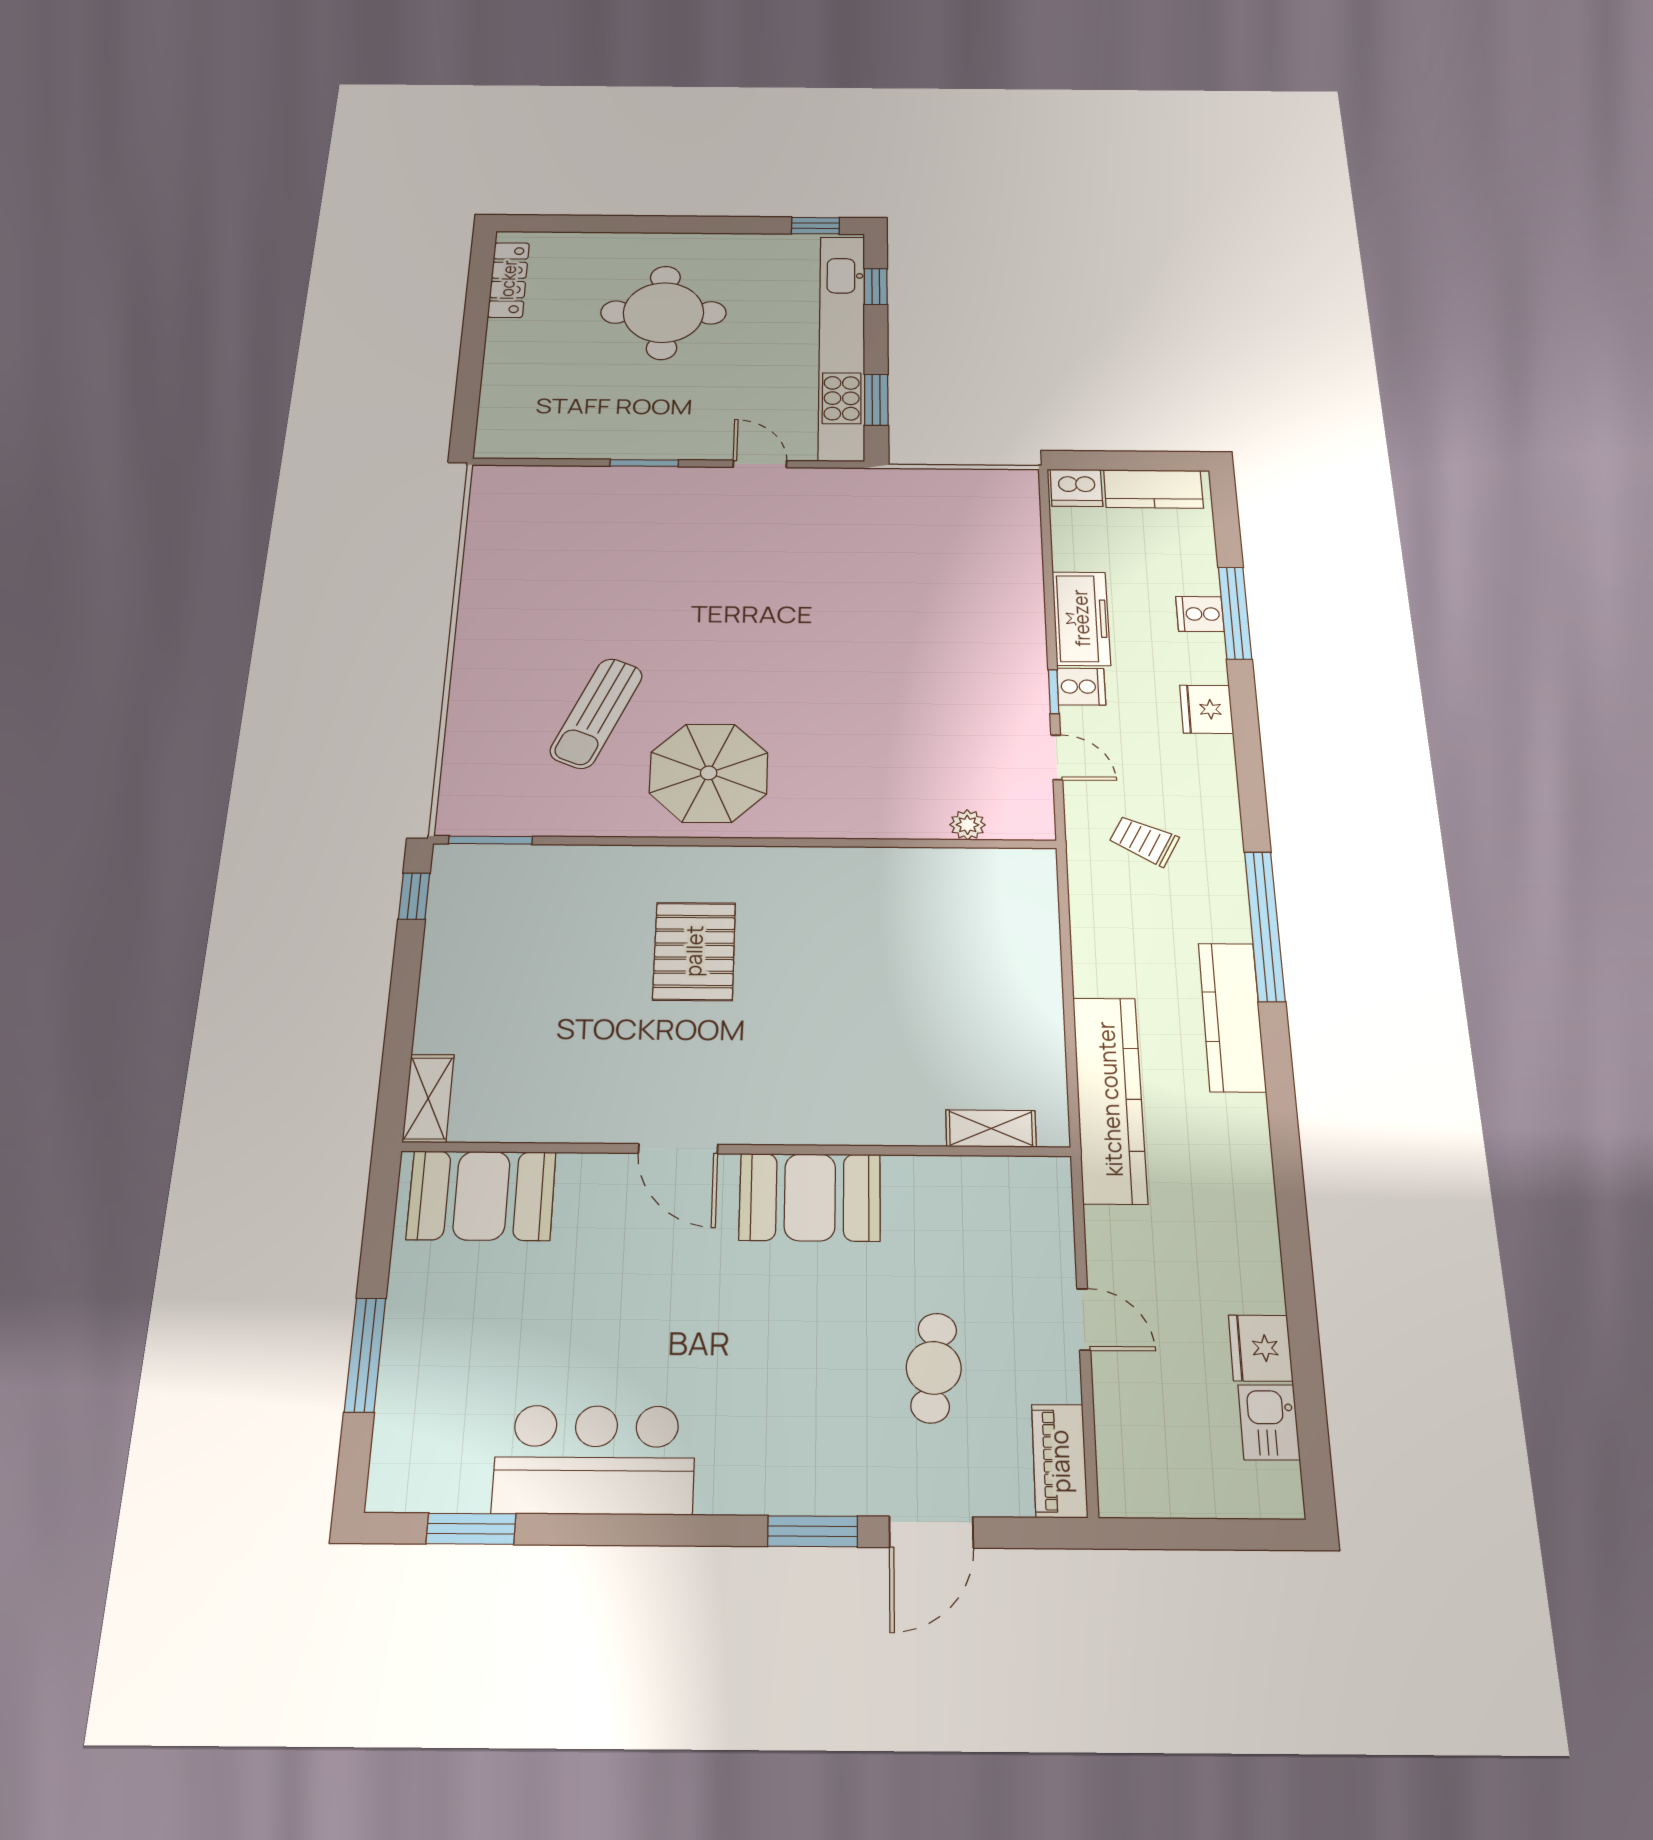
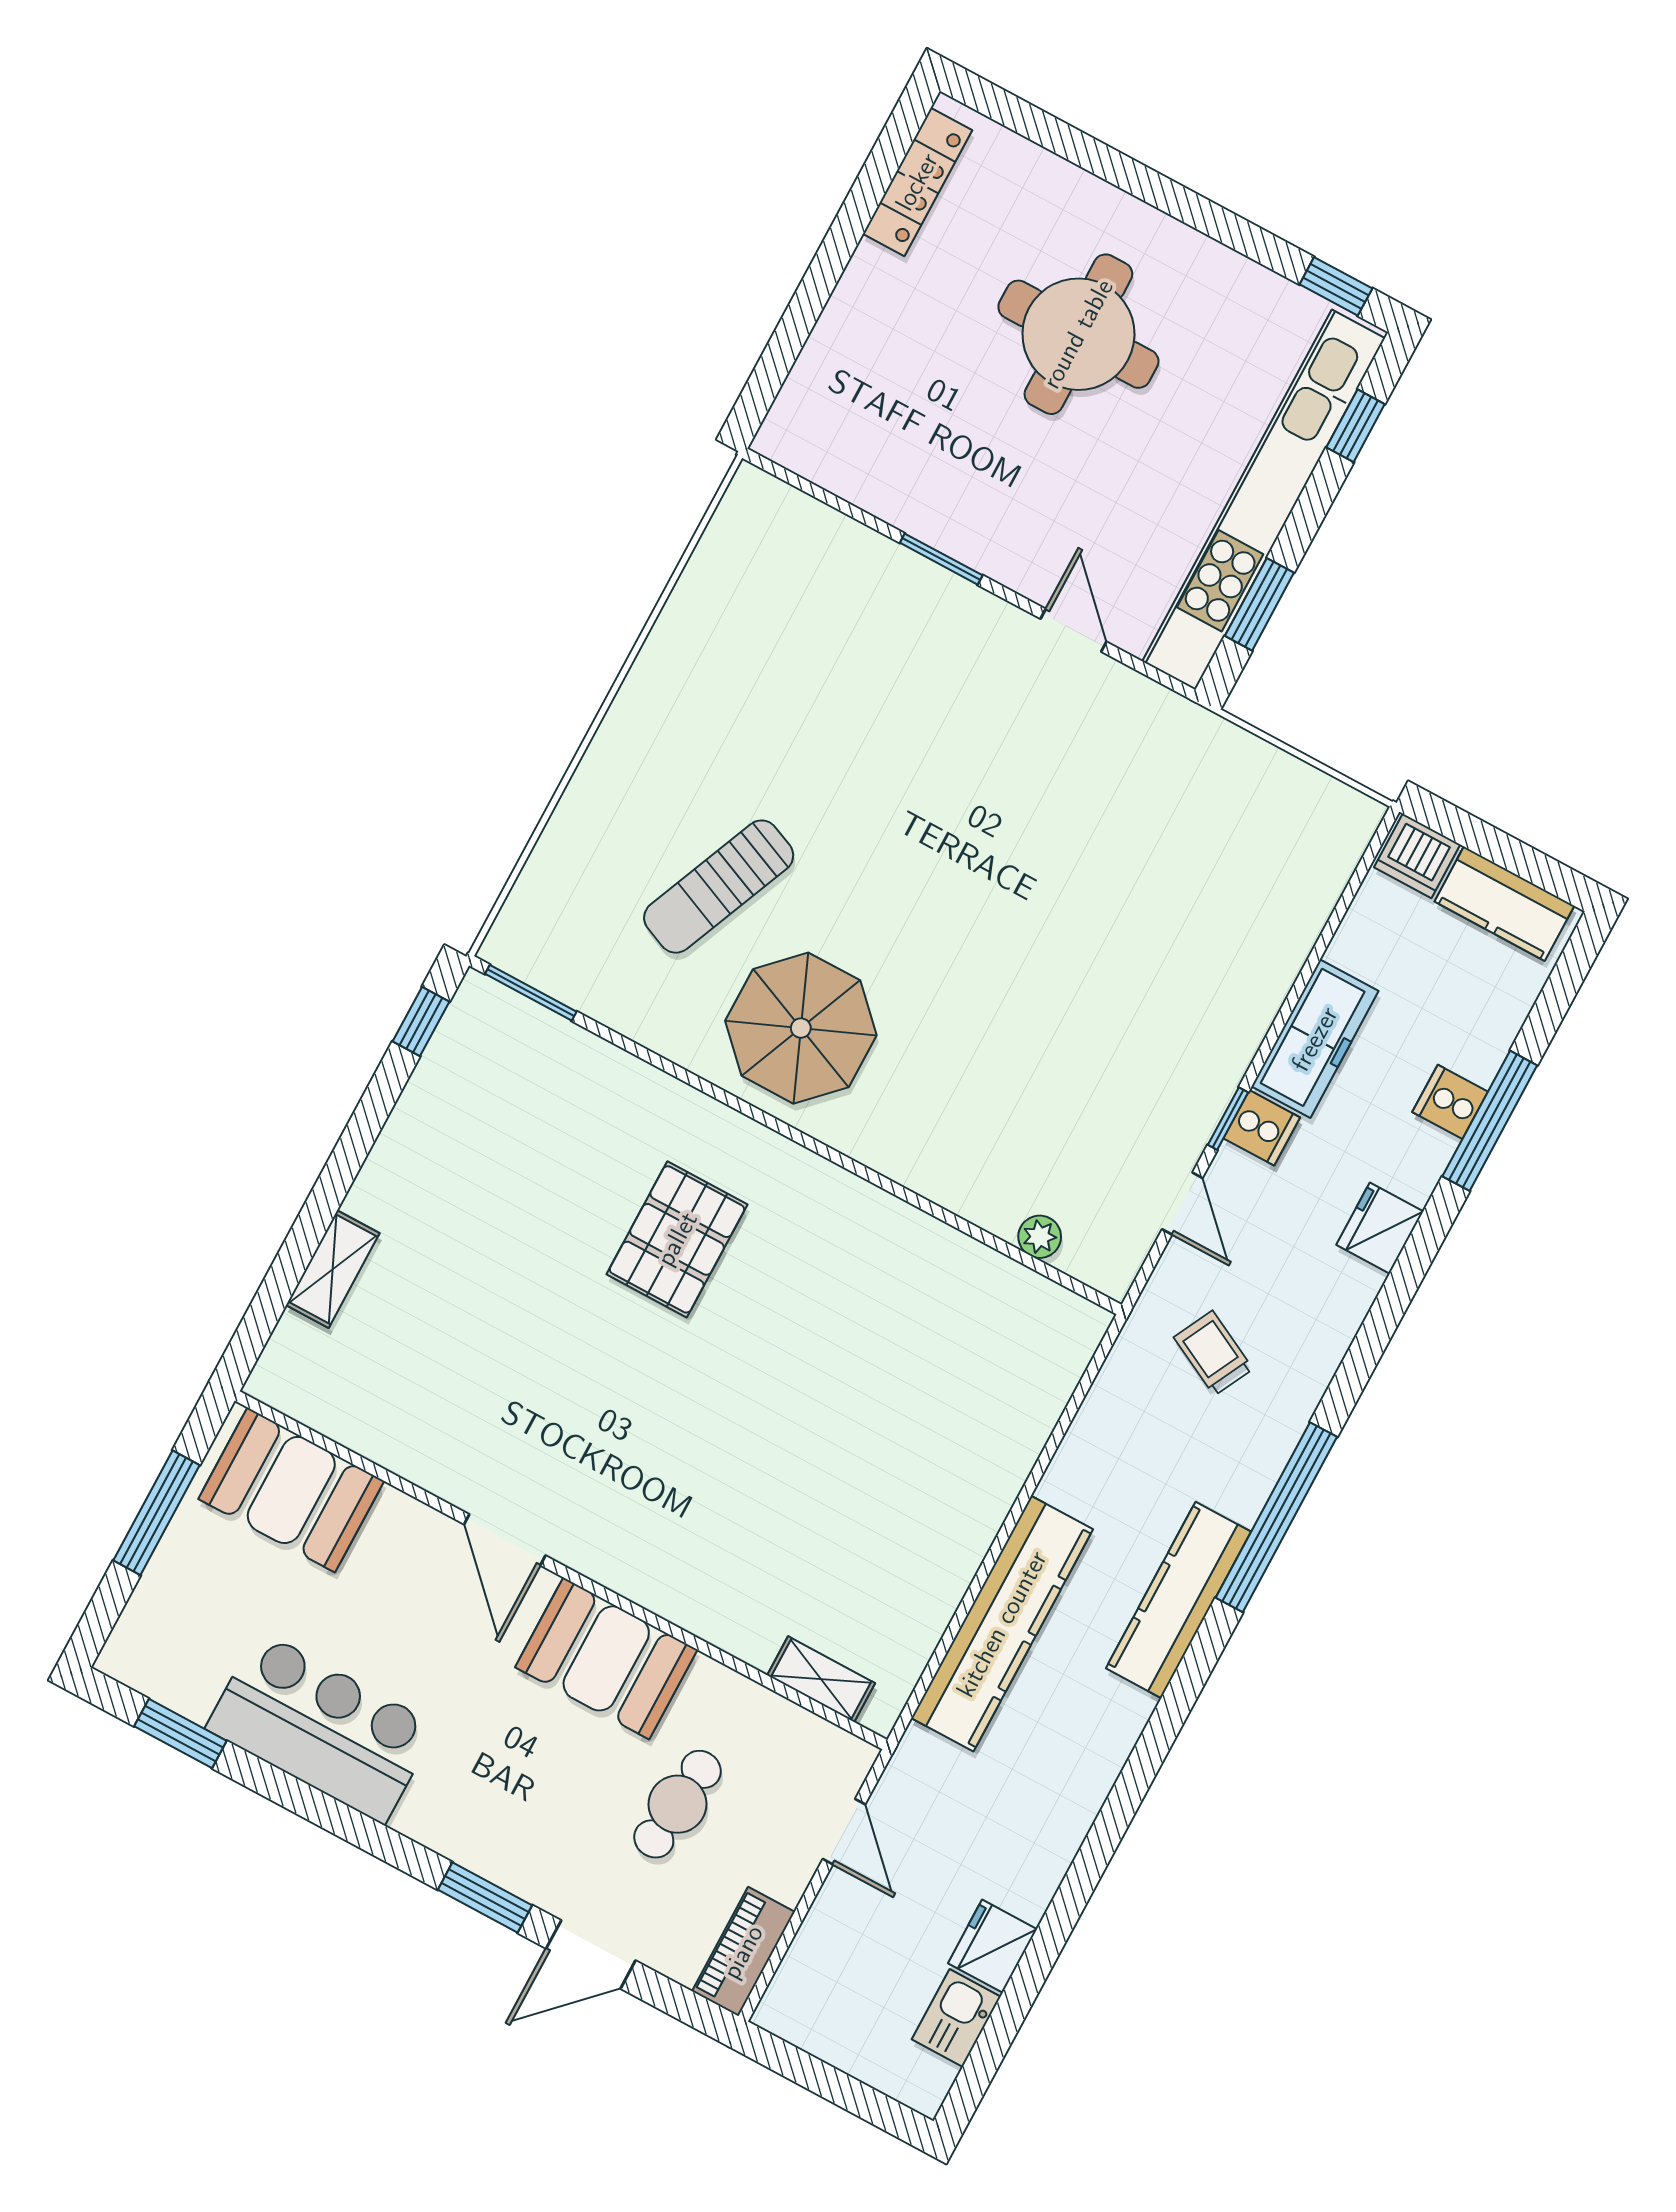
shelving: (991, 1128) -> (821, 1679), moved
door: (678, 1149) -> (505, 1540), moved
wall: (736, 1149) -> (561, 1570), moved
booth: (481, 1196) -> (291, 1490), moved
booth: (810, 1197) -> (606, 1658), moved

